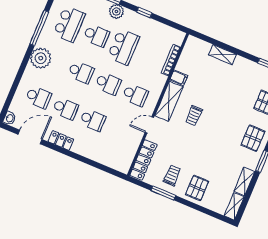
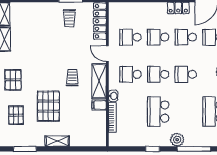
school desk: (96, 36) -> (131, 37), moved
shelving: (223, 55) -> (57, 141), moved
washbasin: (161, 81) -> (113, 96), added
door: (149, 125) -> (107, 54), swing flipped
pallet: (197, 188) -> (48, 106), moved, width x1.50, depth x1.42

